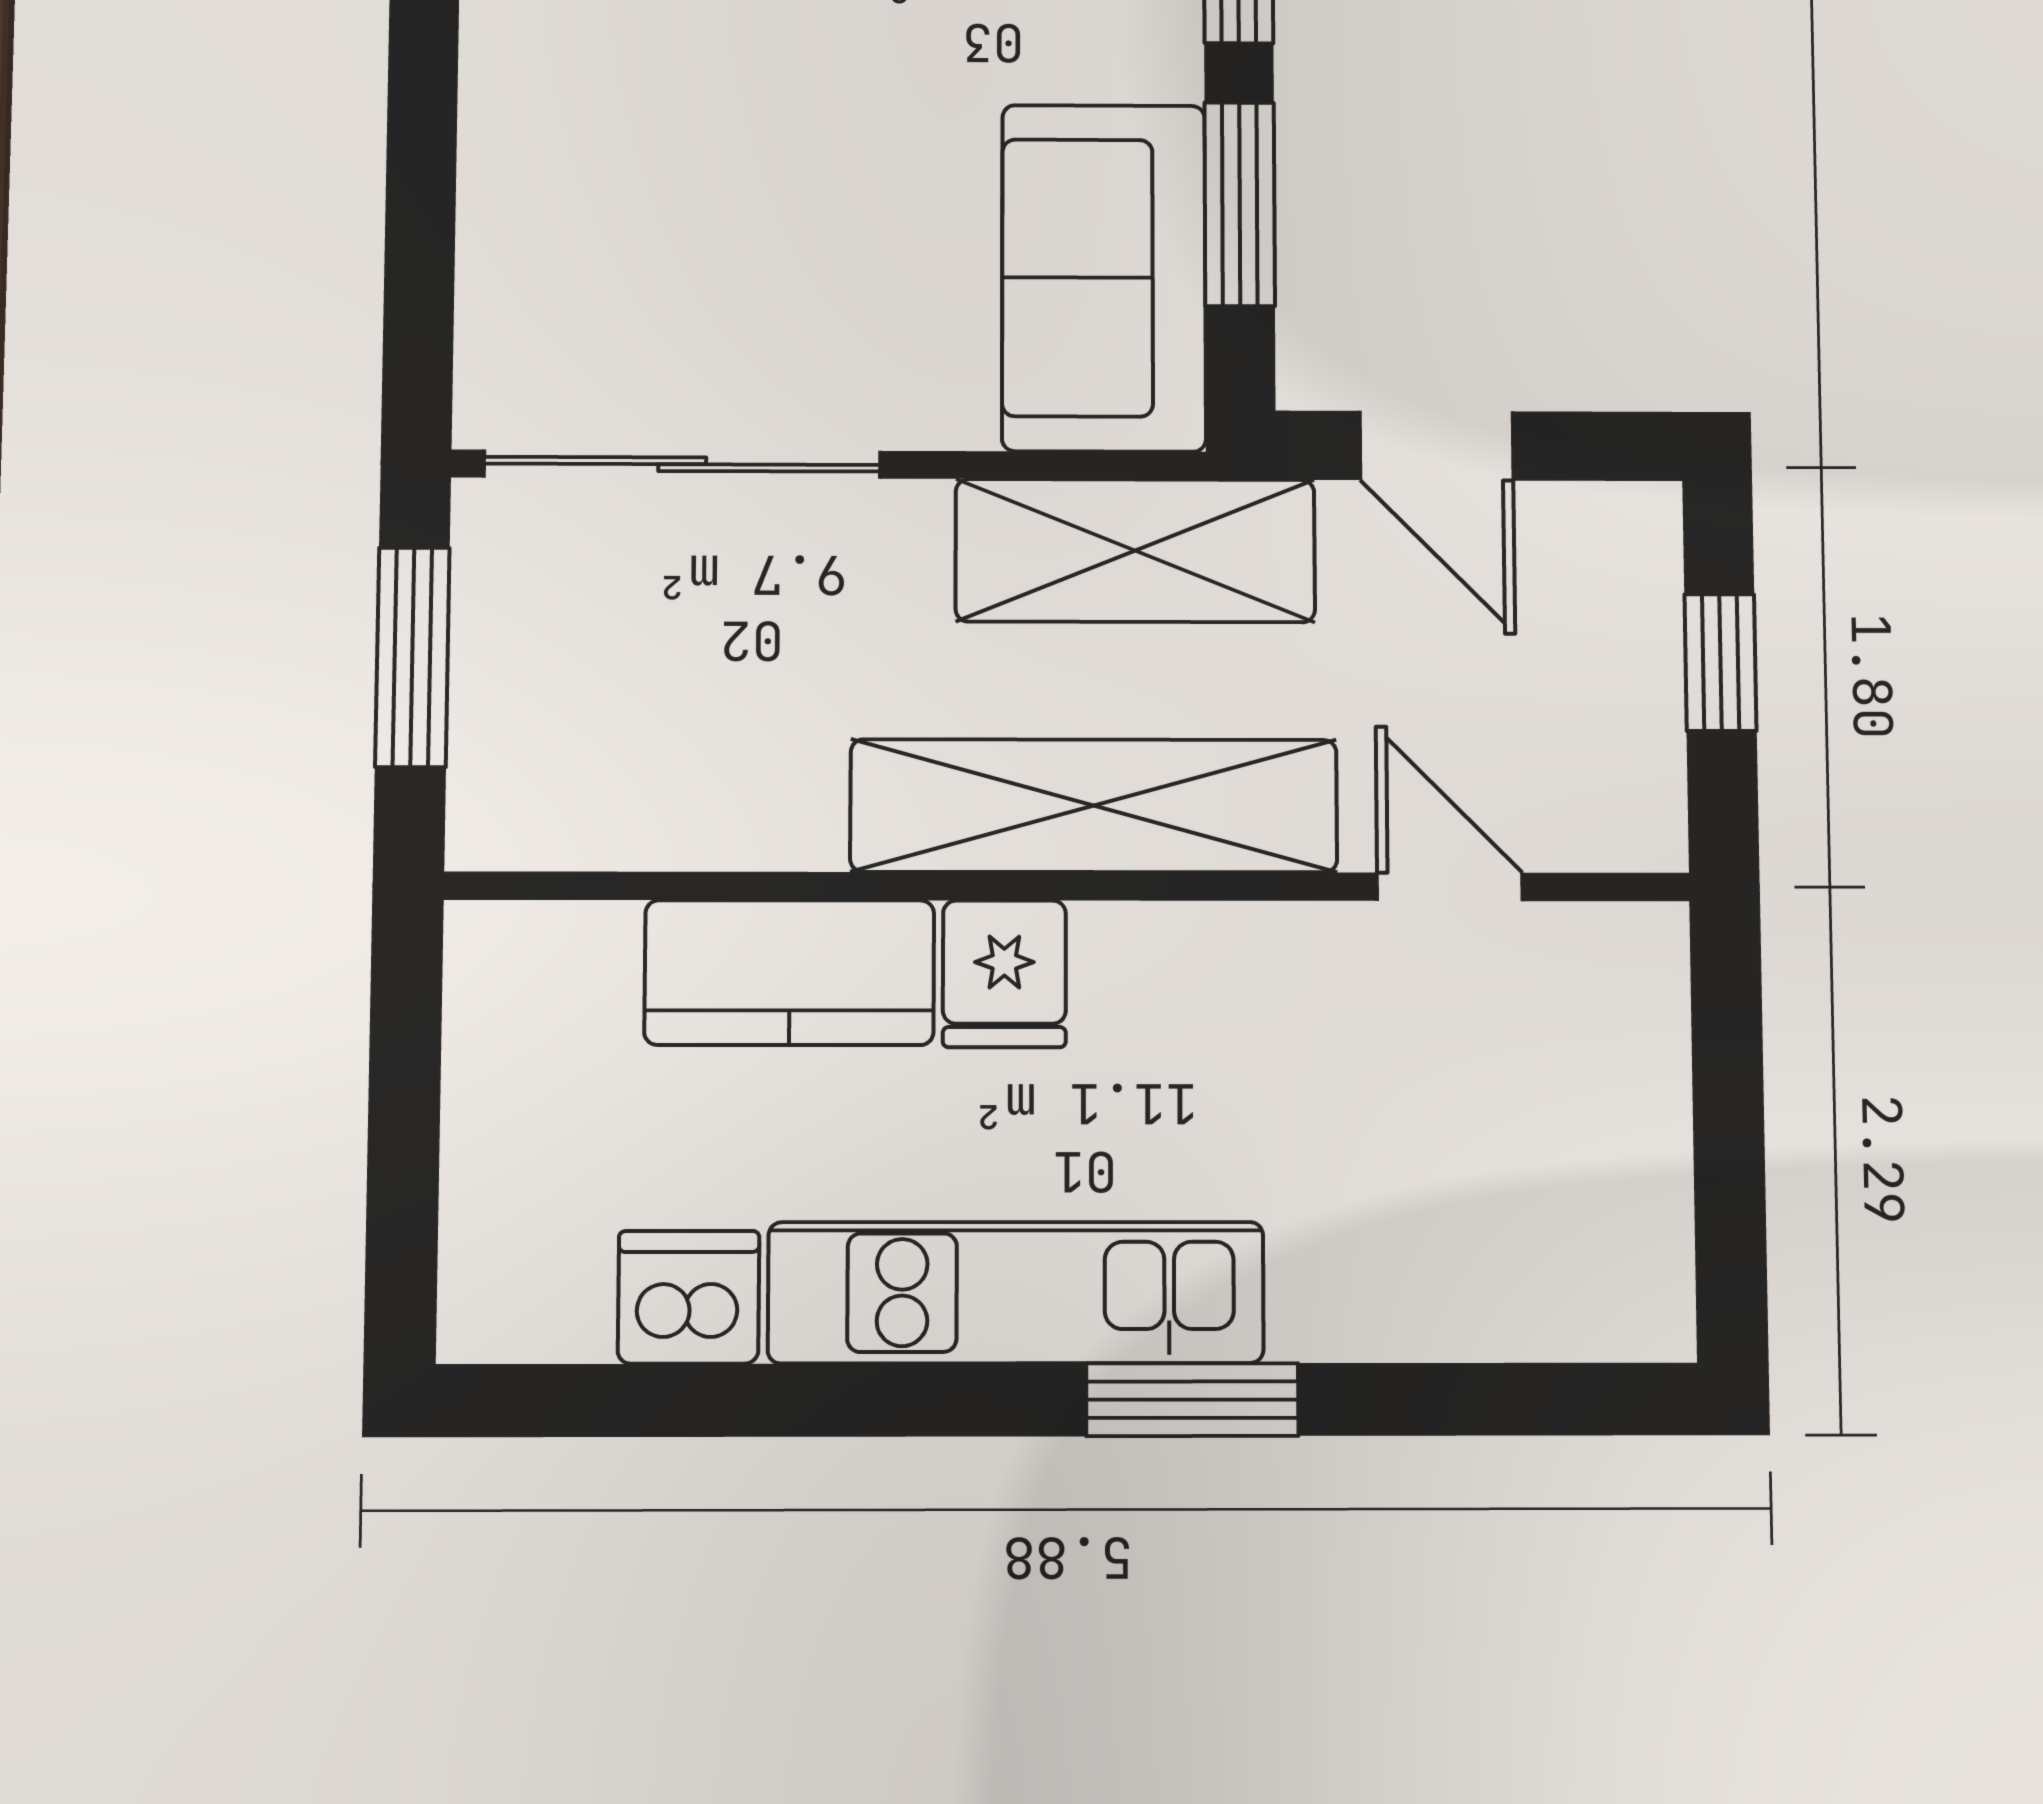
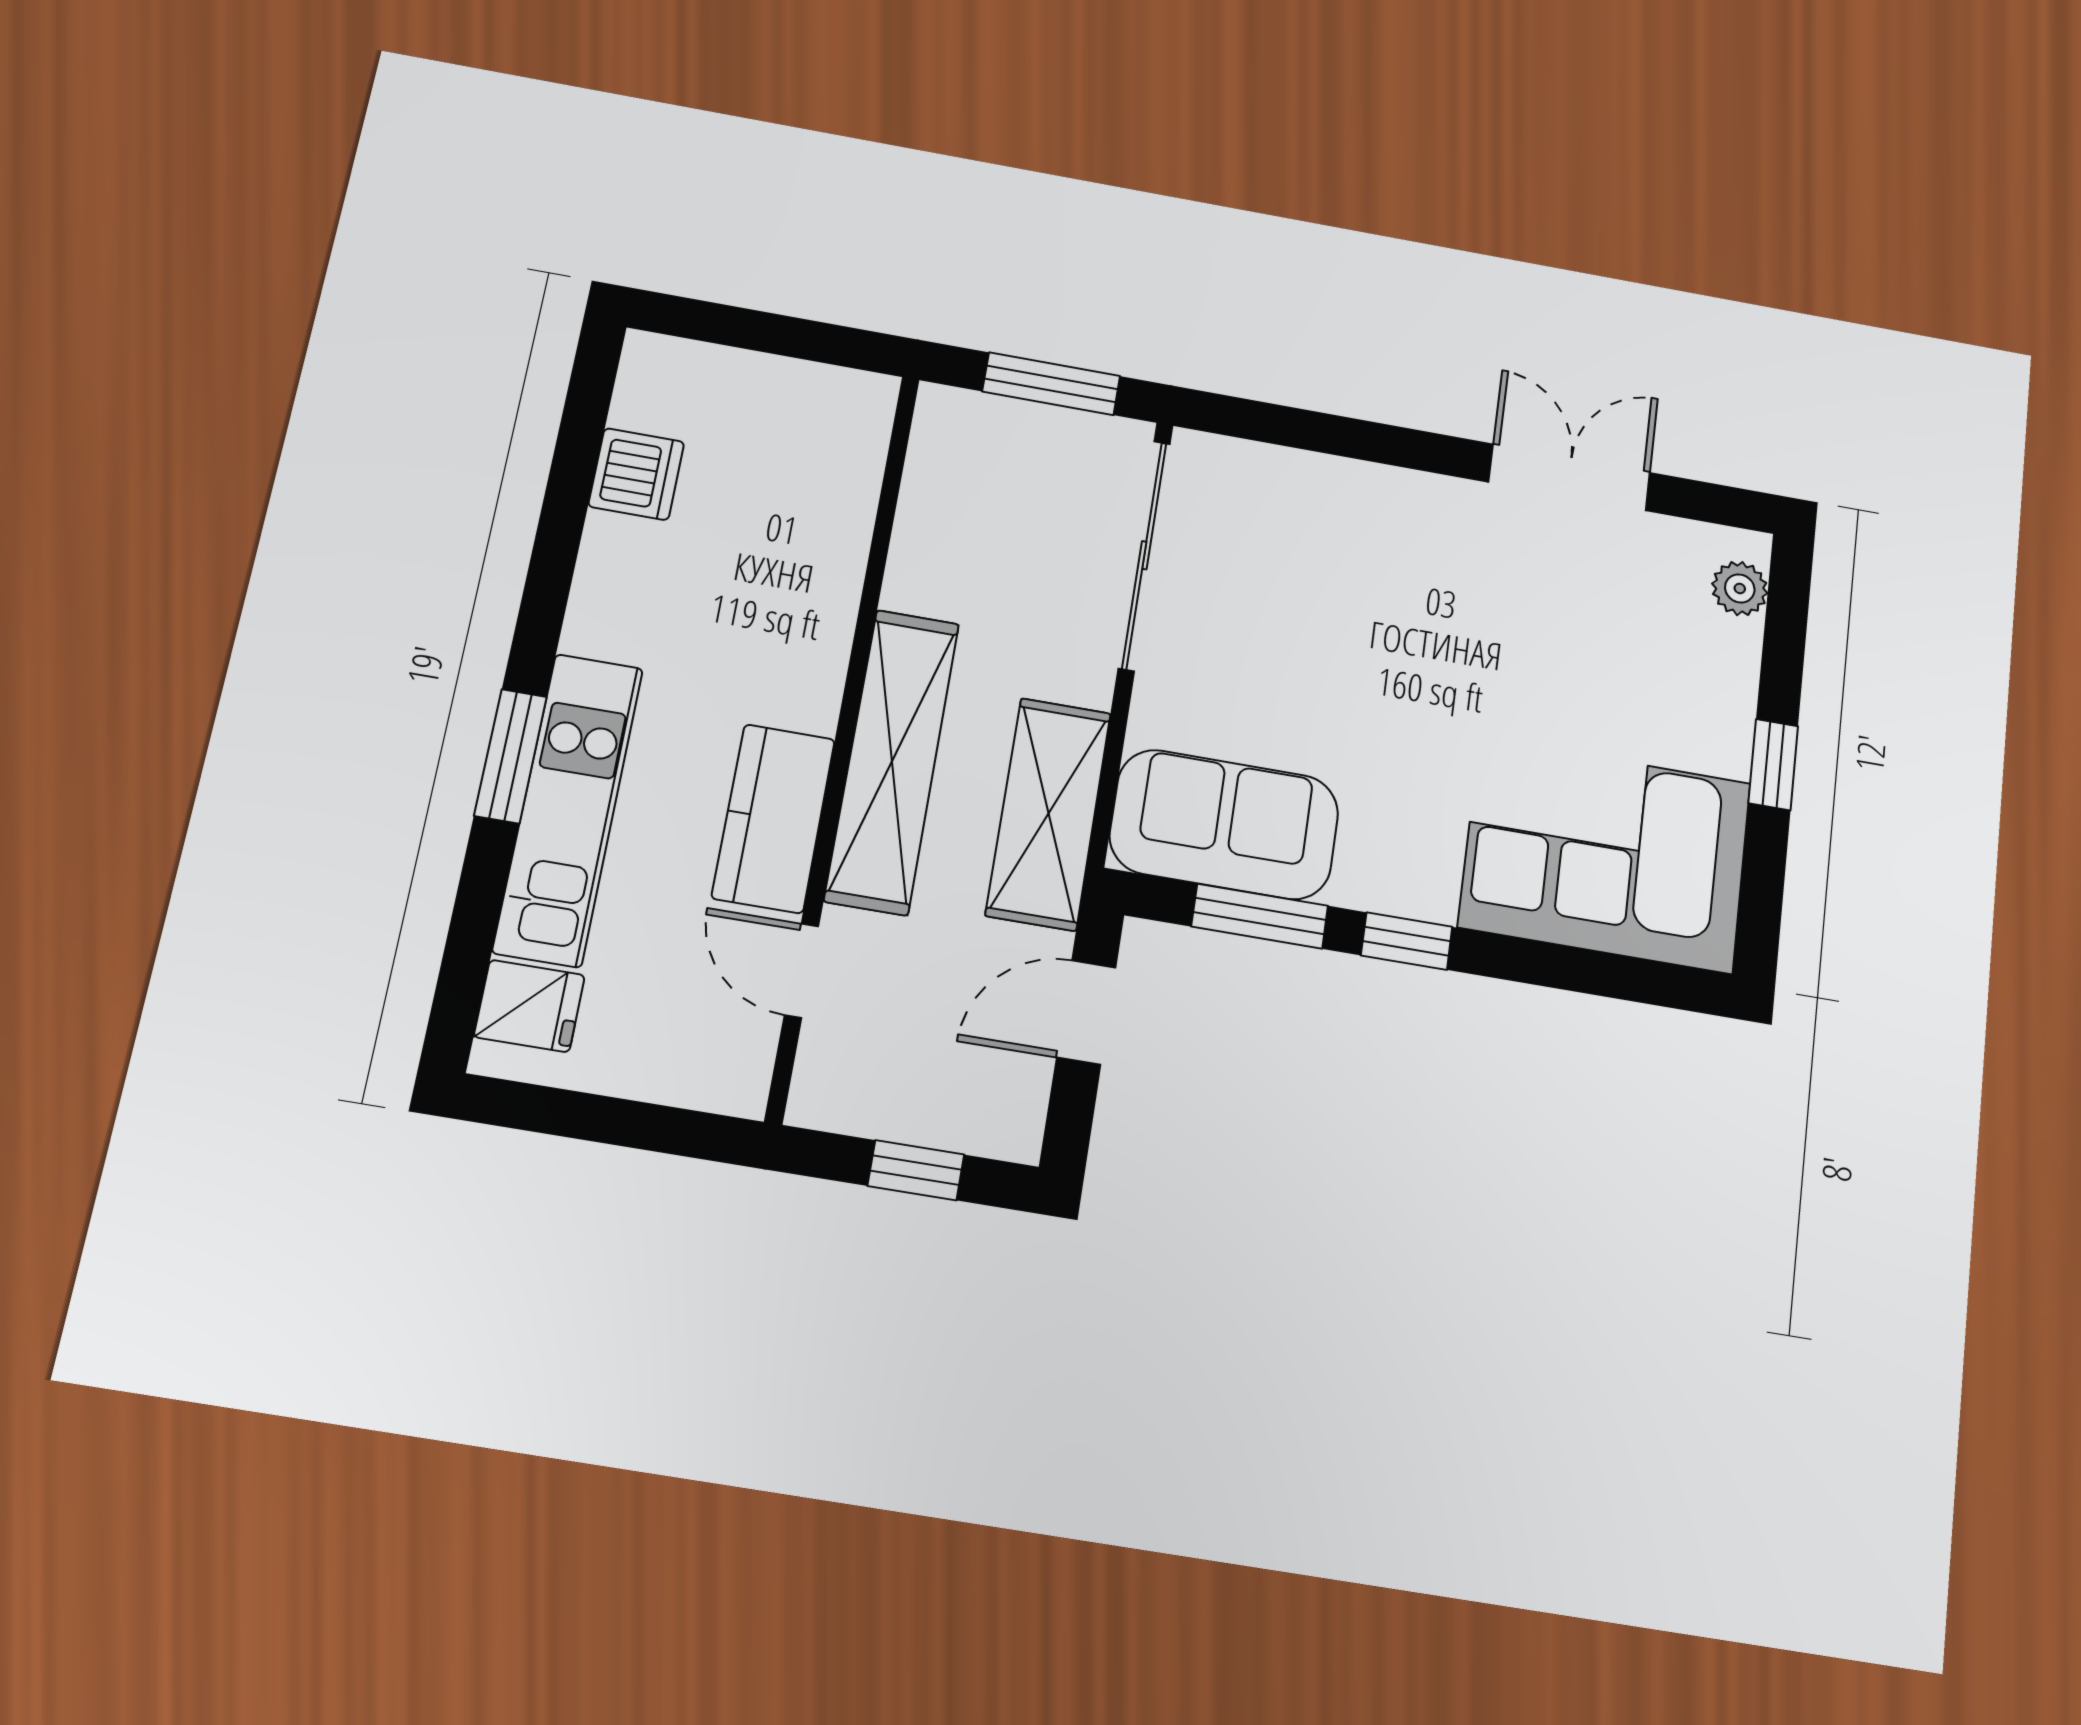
door: (1450, 887) -> (801, 971), swing flipped
kitchen counter: (789, 973) -> (773, 818), moved
fridge: (1004, 974) -> (529, 1006), moved, turned 180
kitchen unit: (1016, 1293) -> (568, 809), moved

